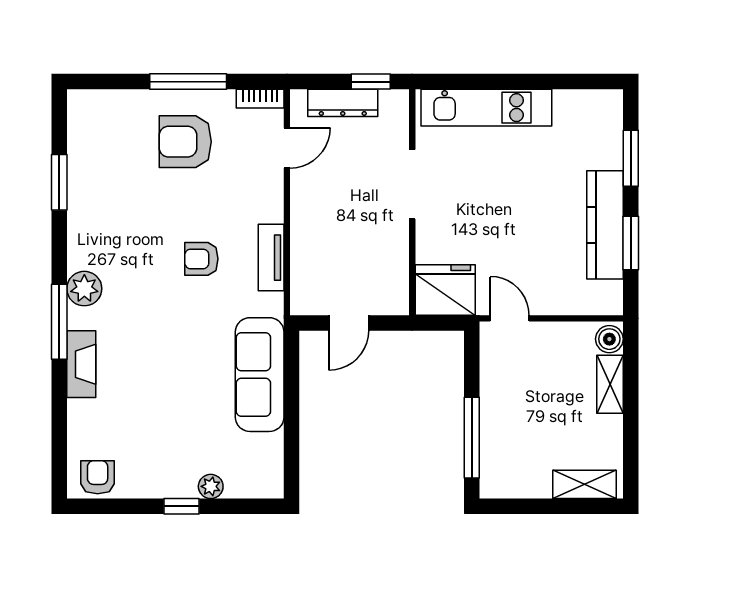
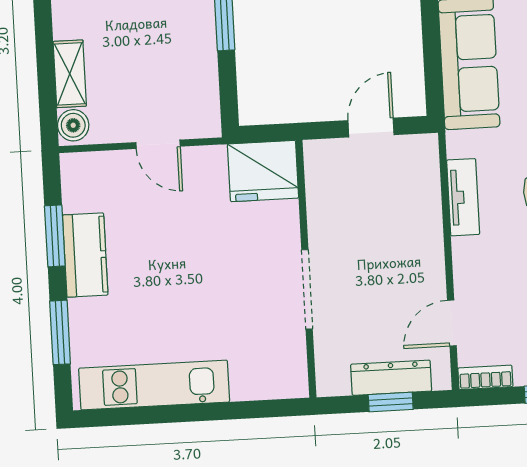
window: (371, 82) -> (391, 402), moved
kitchen unit: (486, 108) -> (154, 385), moved
kitchen counter: (605, 225) -> (85, 255), width x0.67
door: (510, 318) -> (158, 144), moved

